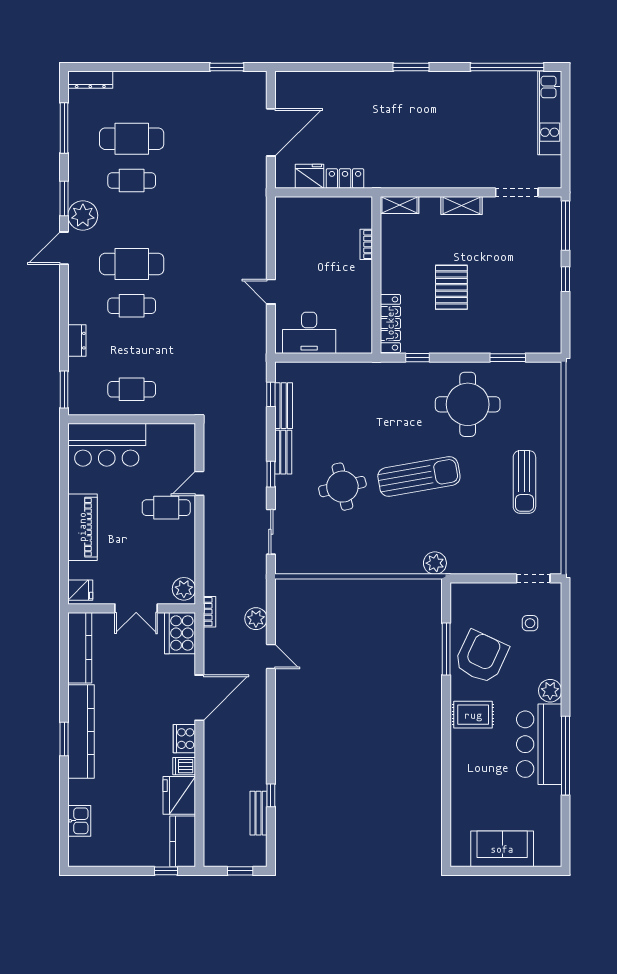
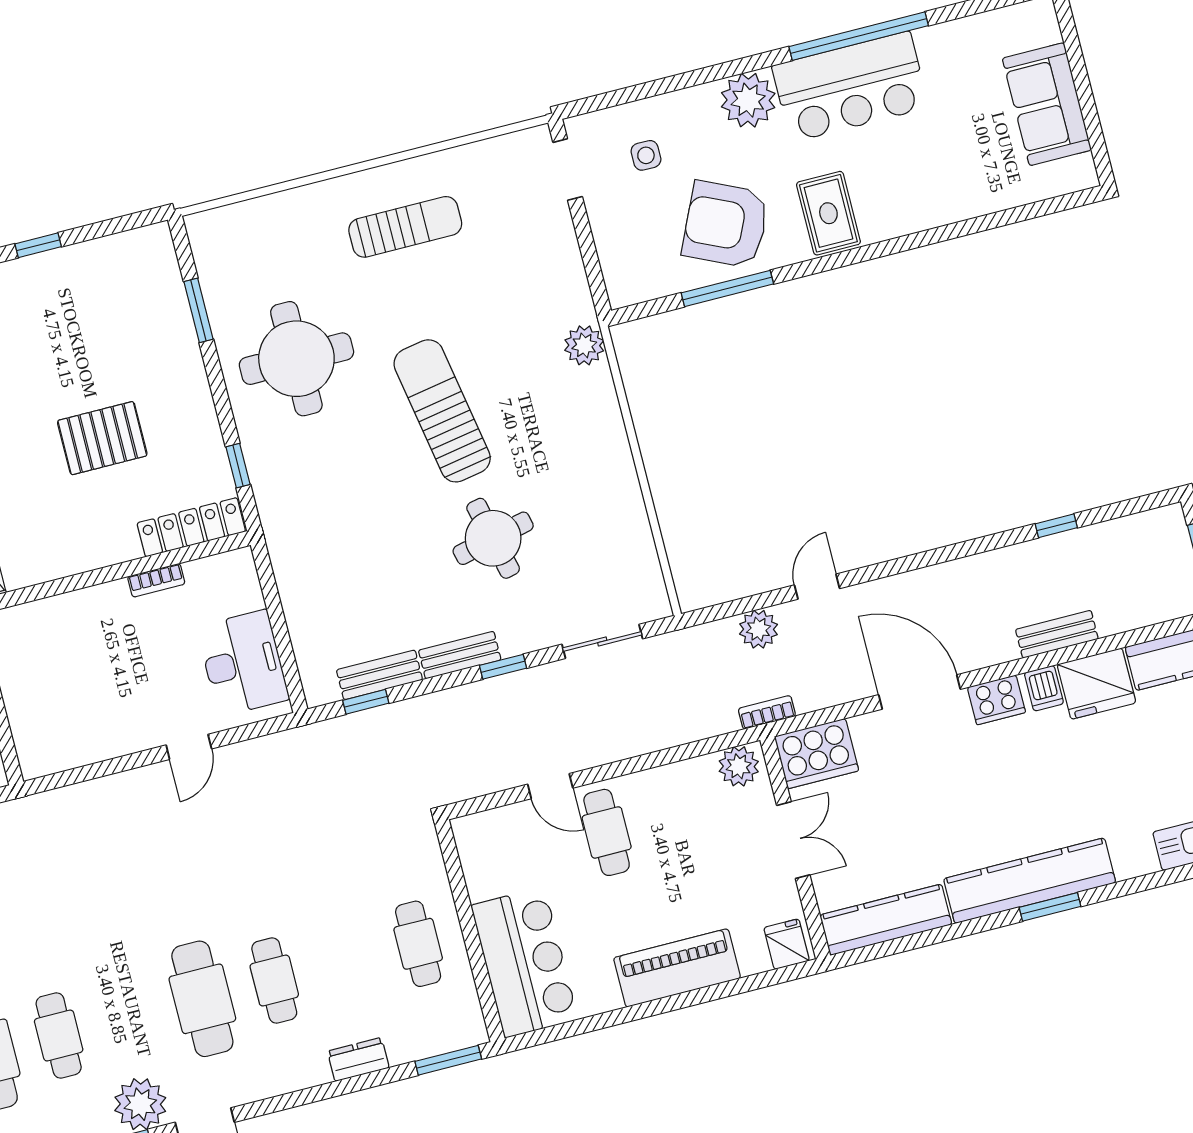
bookcase: (366, 244) -> (156, 580), moved
plant: (550, 691) -> (748, 100), width x1.36, depth x1.36
bench: (259, 813) -> (1057, 634), moved

